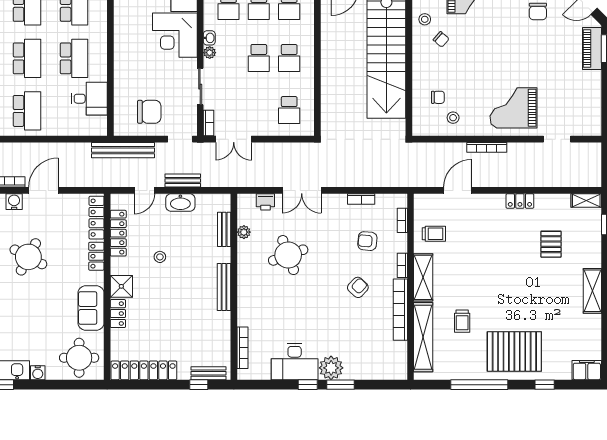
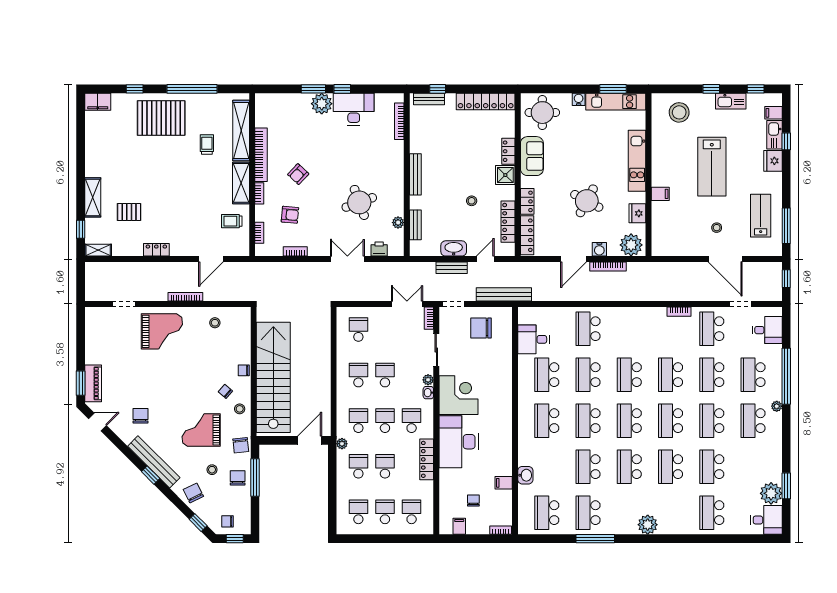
chair: (438, 97) -> (244, 370), moved
pallet: (551, 244) -> (129, 212), turned 90
shelving: (592, 291) -> (93, 197), moved

